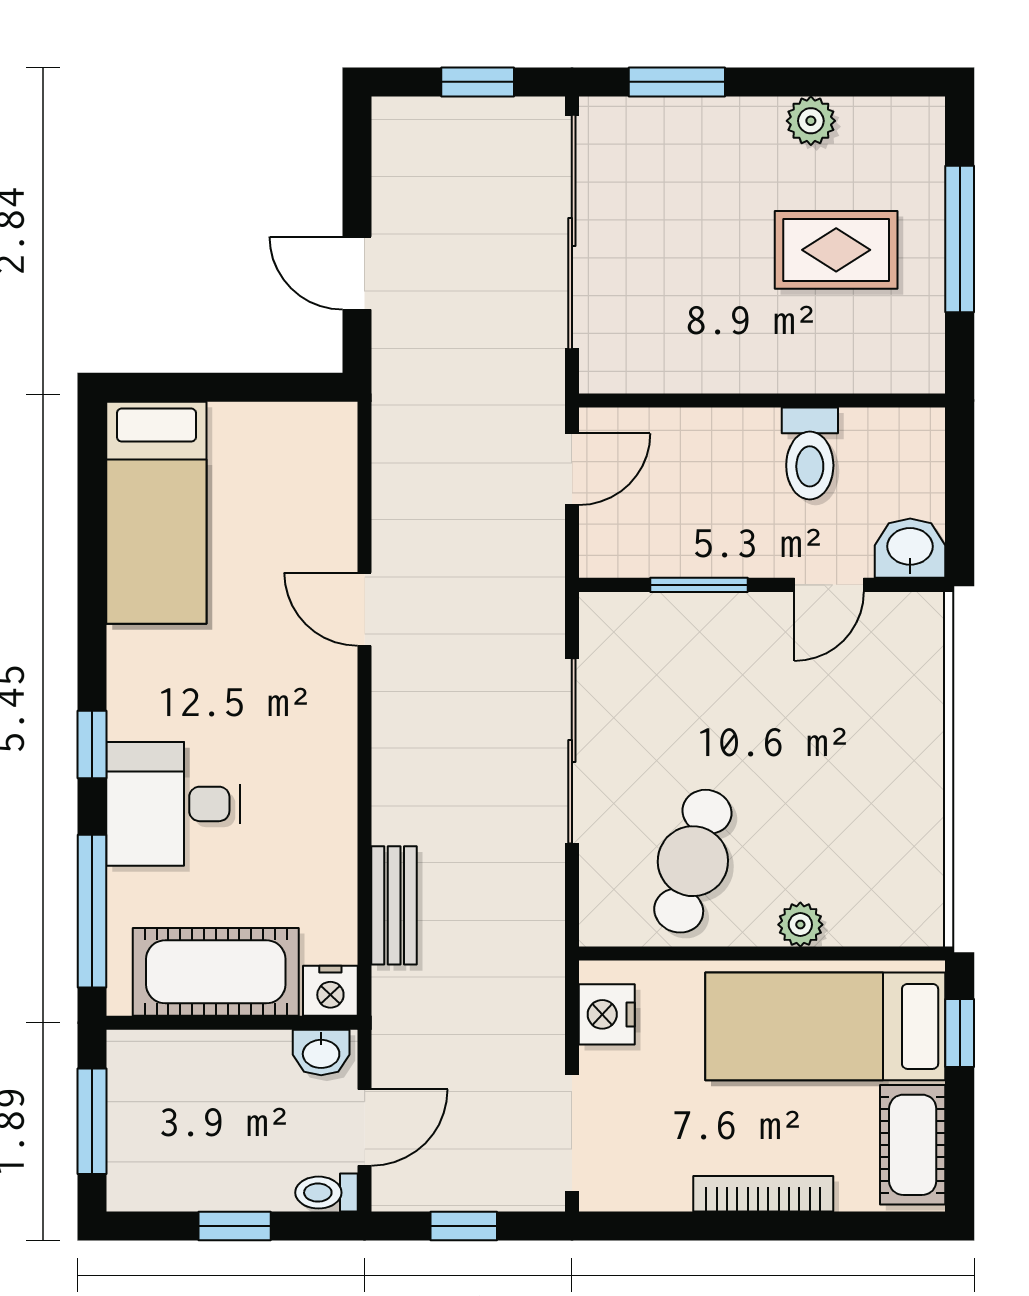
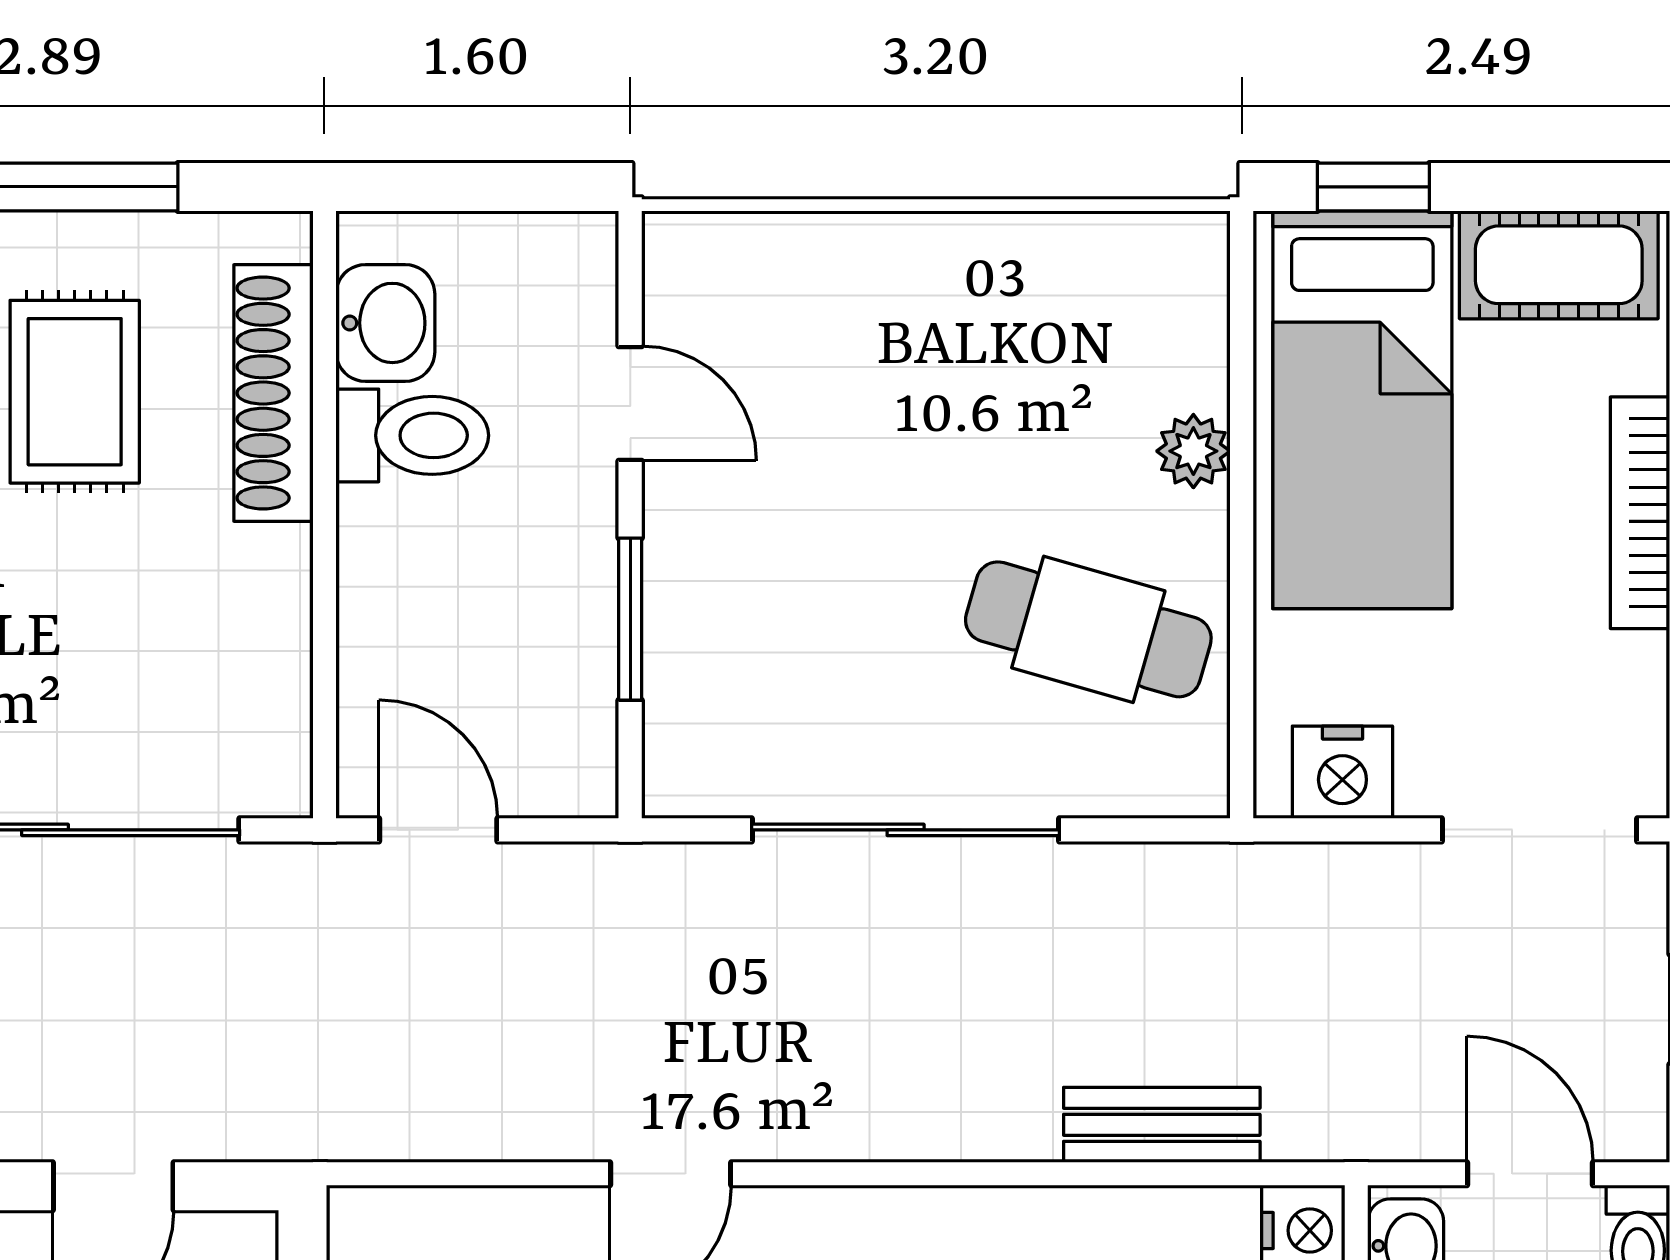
shoe rack: (835, 370) -> (273, 393), added
washbasin: (910, 548) -> (385, 323), moved, turned 180

